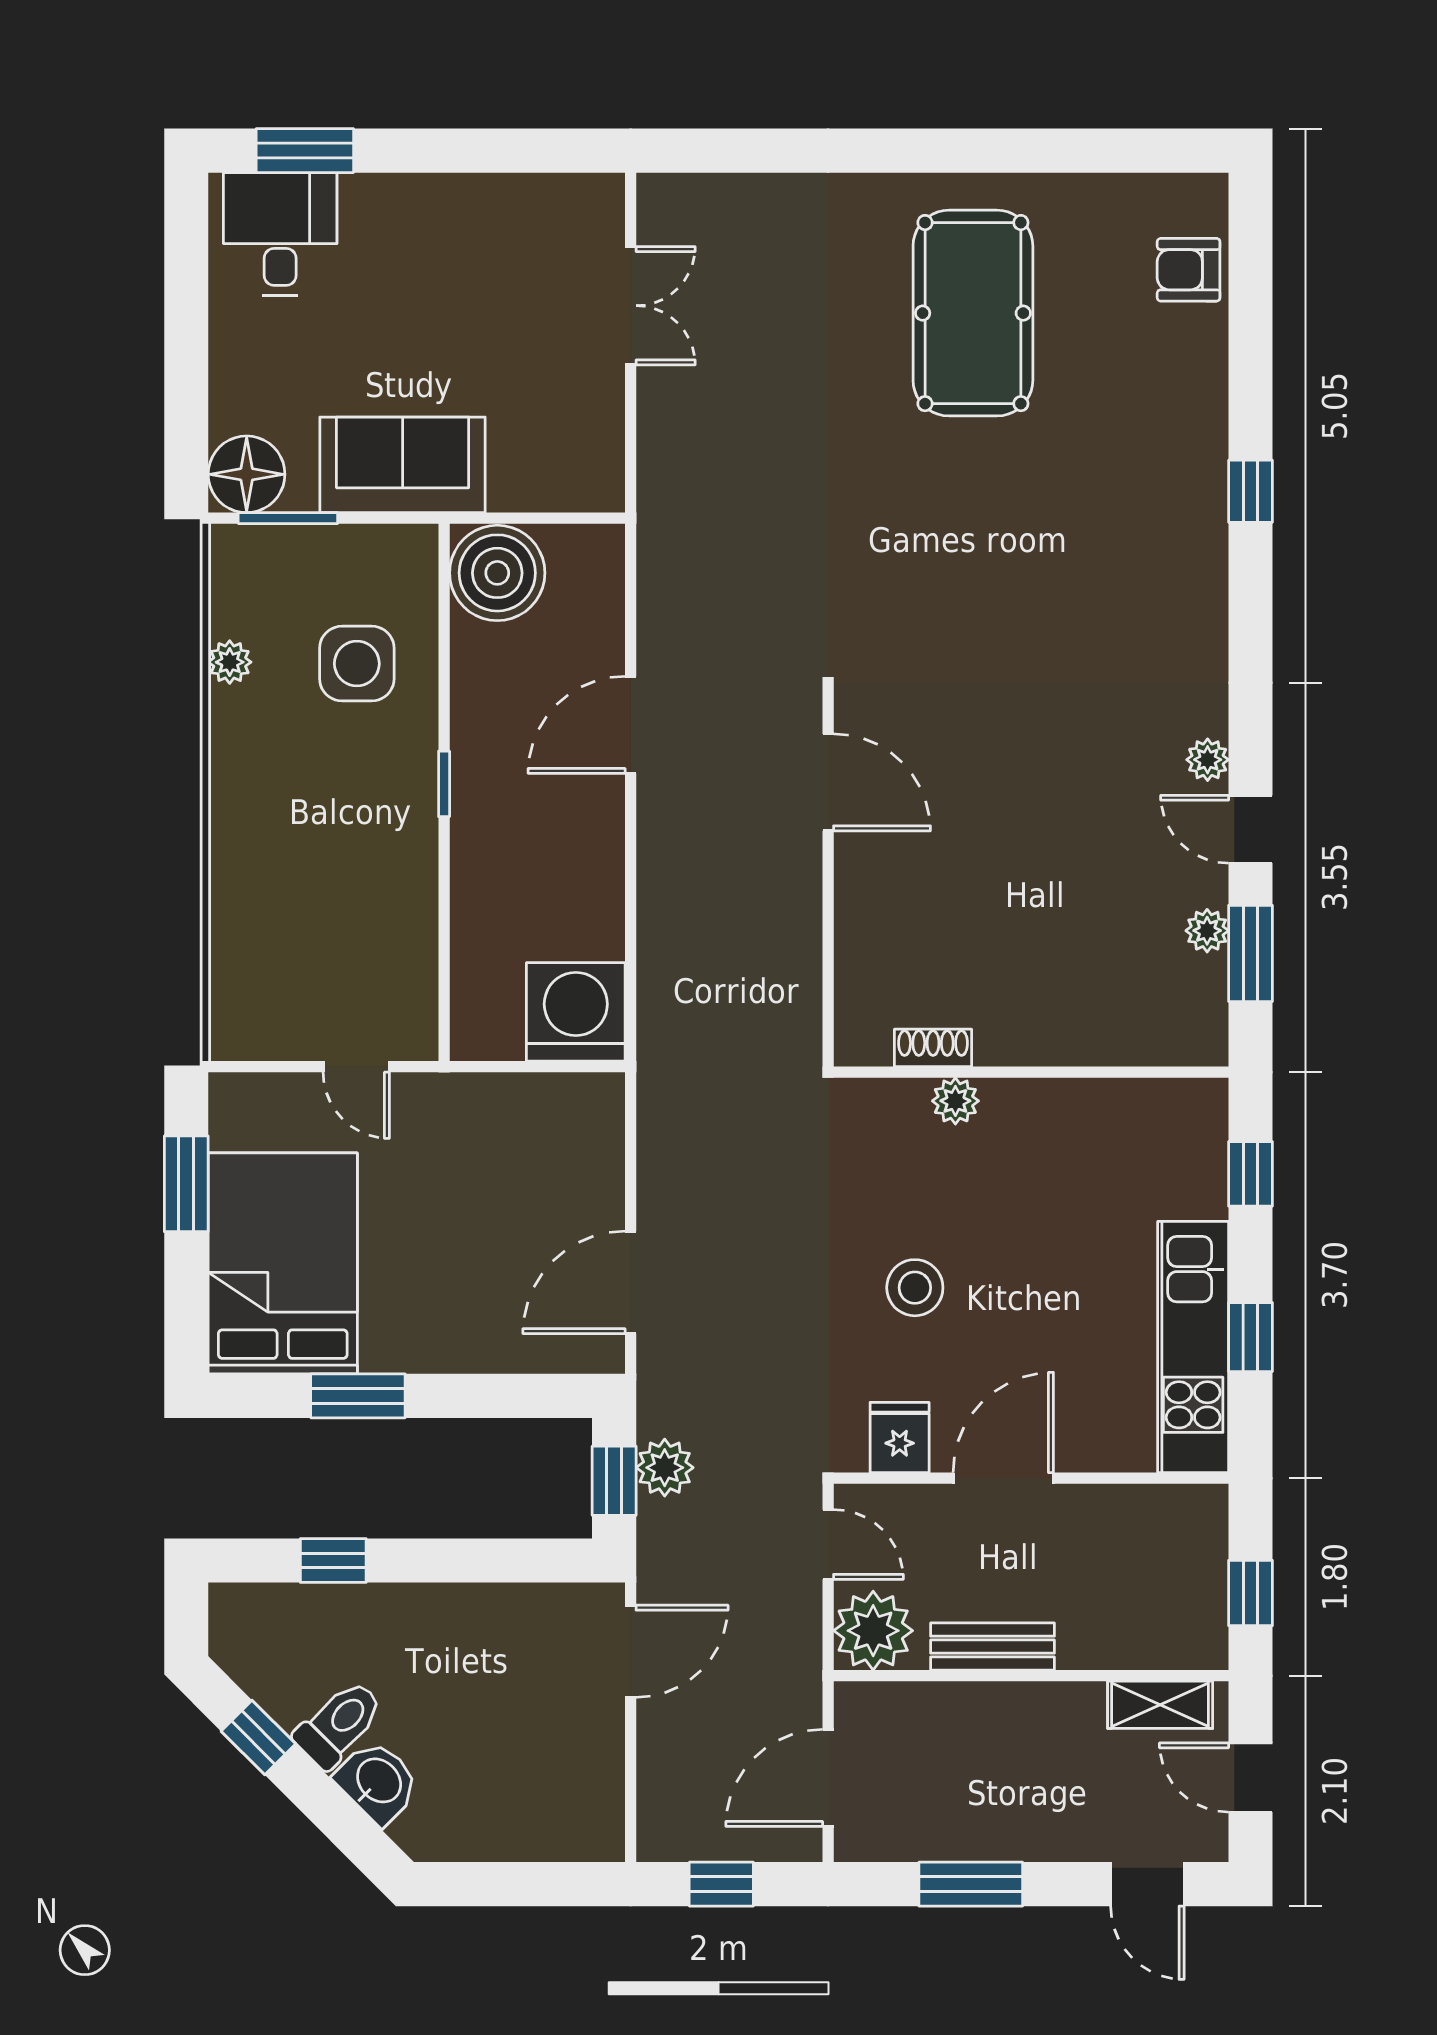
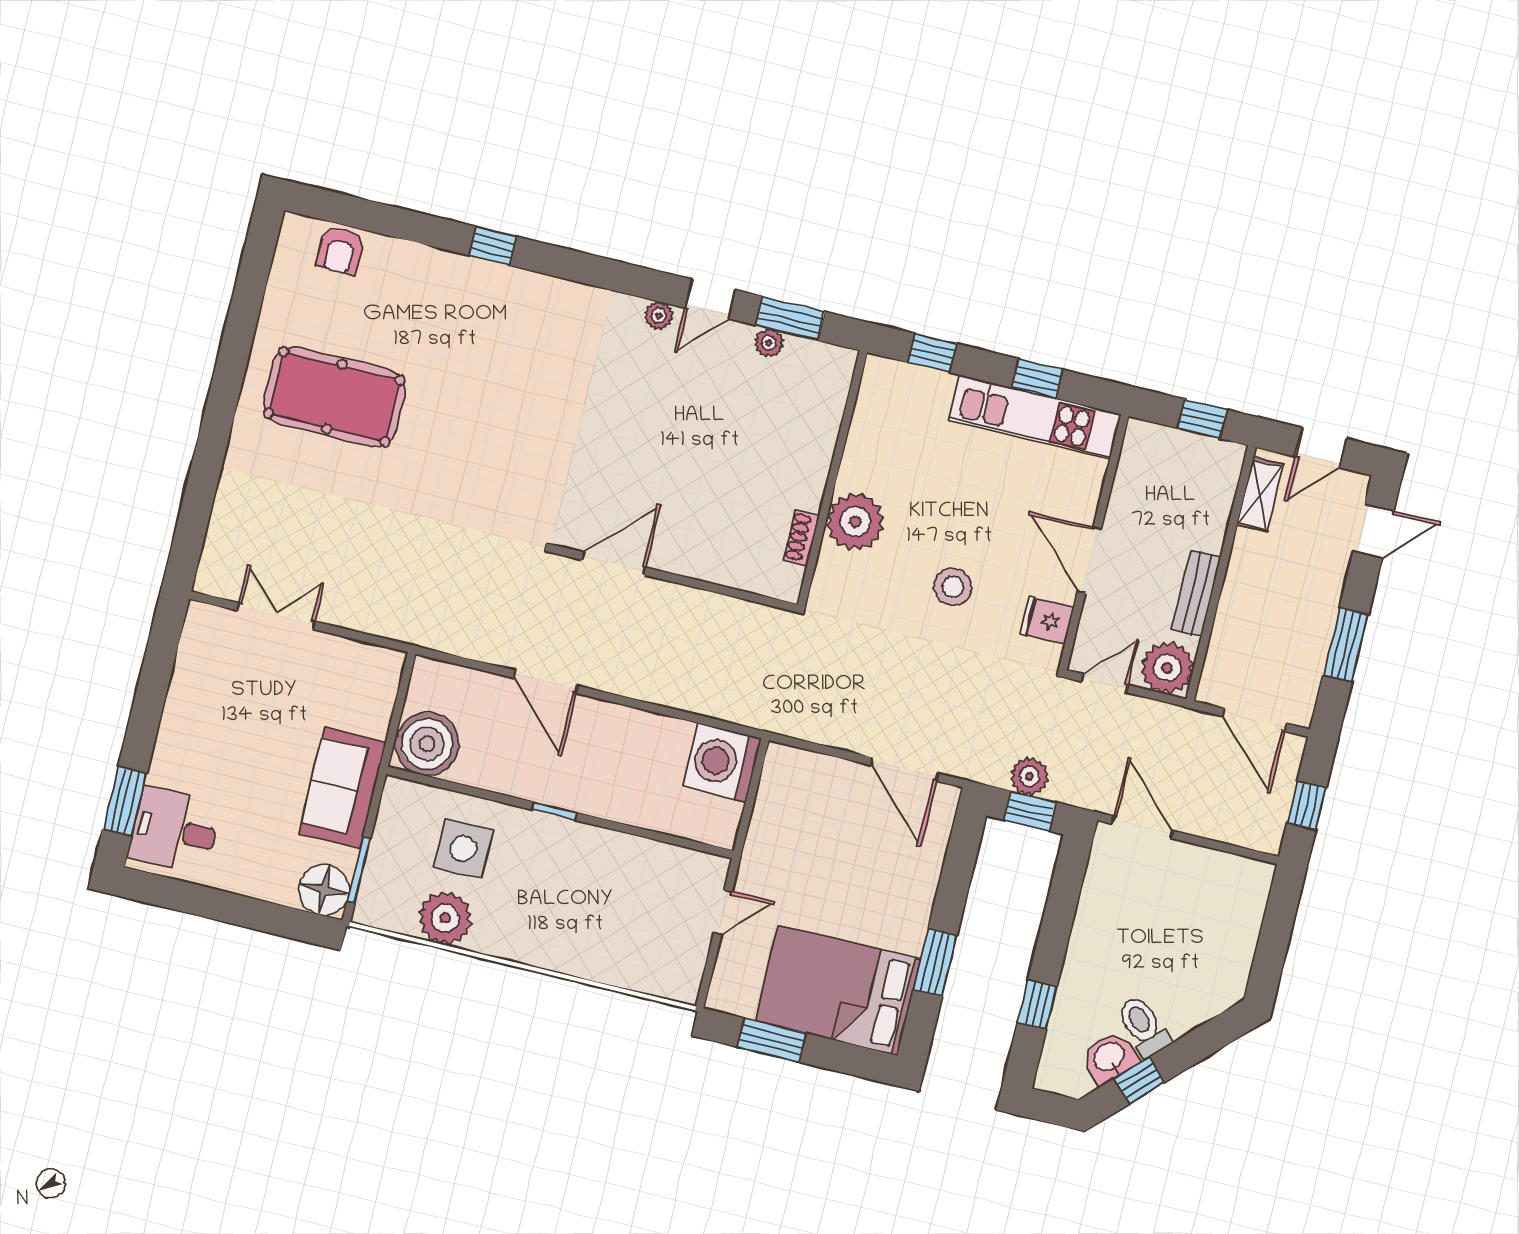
plant: (230, 662) -> (445, 918), width x1.88, depth x1.88
plant: (955, 1101) -> (855, 522), width x1.88, depth x1.88
washbasin: (378, 1782) -> (1109, 1058), moved

